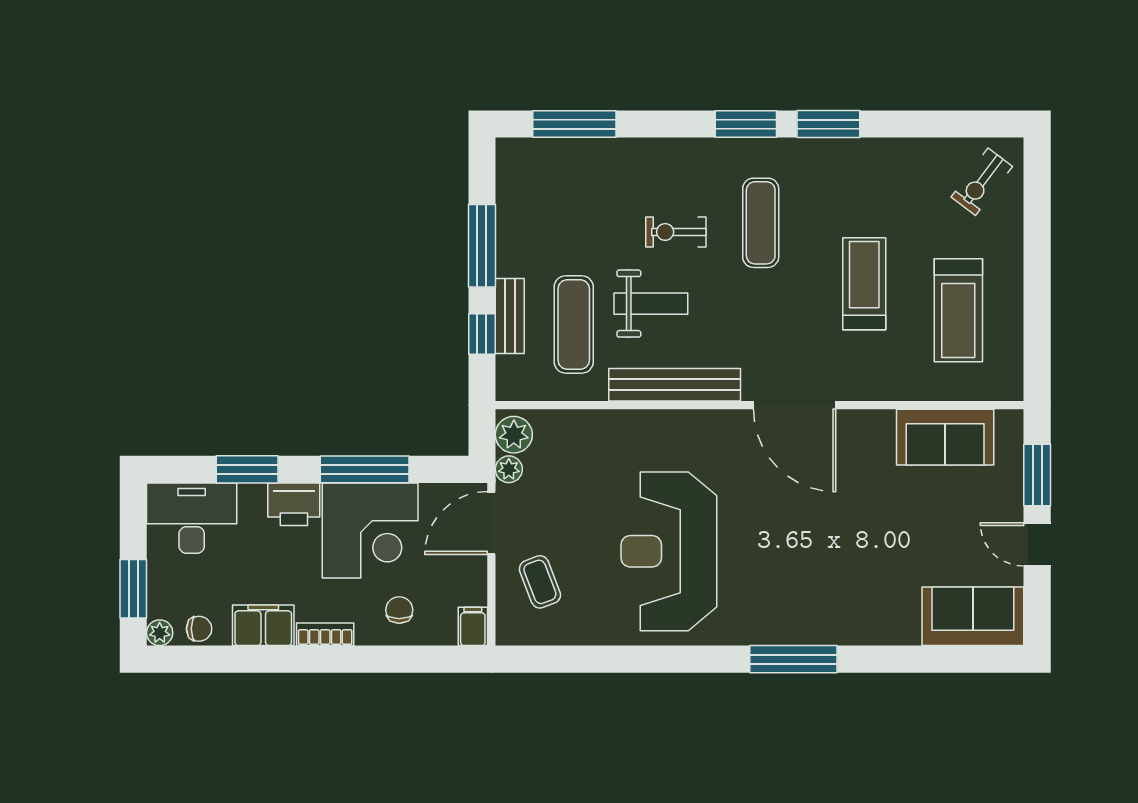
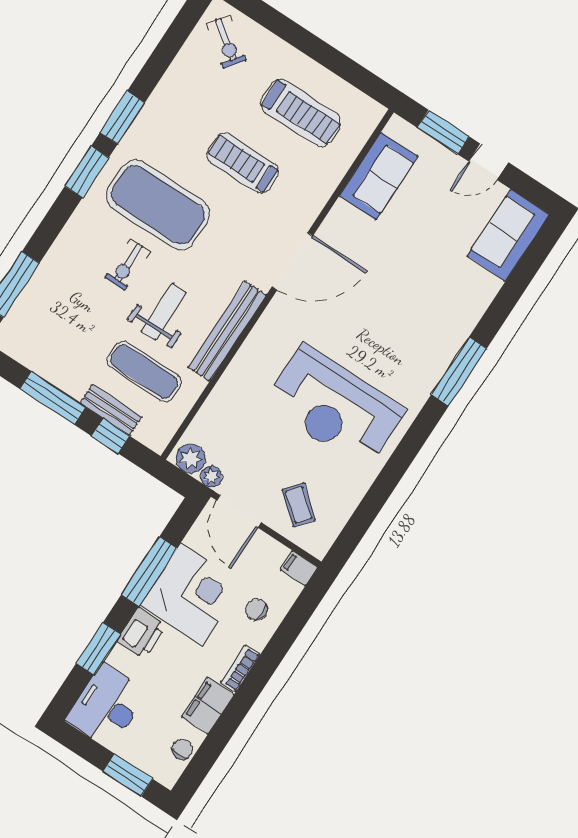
exercise mat: (761, 223) -> (158, 205), width x2.00, depth x1.45
coffee table: (540, 582) -> (299, 505), turned 61
plant: (160, 633) -> (168, 777), removed

